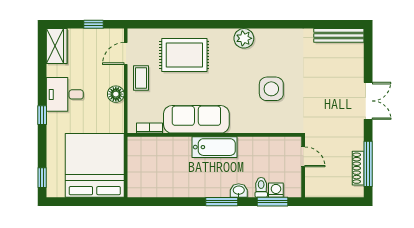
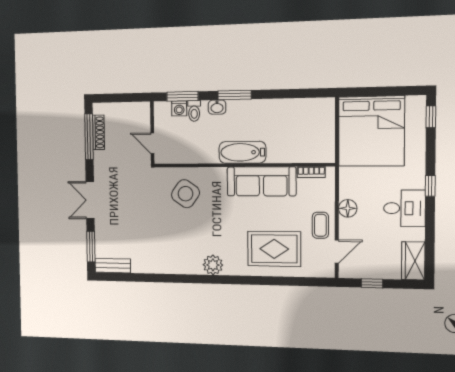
bench: (339, 35) -> (113, 266), width x0.73
window: (368, 54) -> (91, 247), added
side table: (271, 89) -> (185, 194), moved, turned 35

